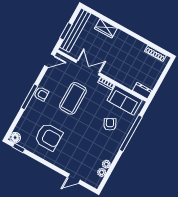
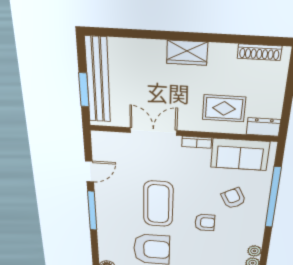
wardrobe: (106, 28) -> (187, 53), moved
door: (49, 61) -> (89, 171), moved
rug: (128, 72) -> (224, 108), added
armchair: (41, 94) -> (205, 222), moved
coffee table: (73, 98) -> (158, 204), moved

